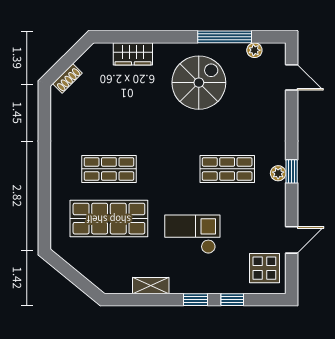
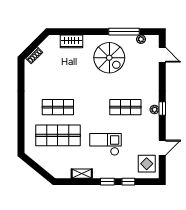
spiral stairs: (199, 83) -> (109, 58), turned 90

